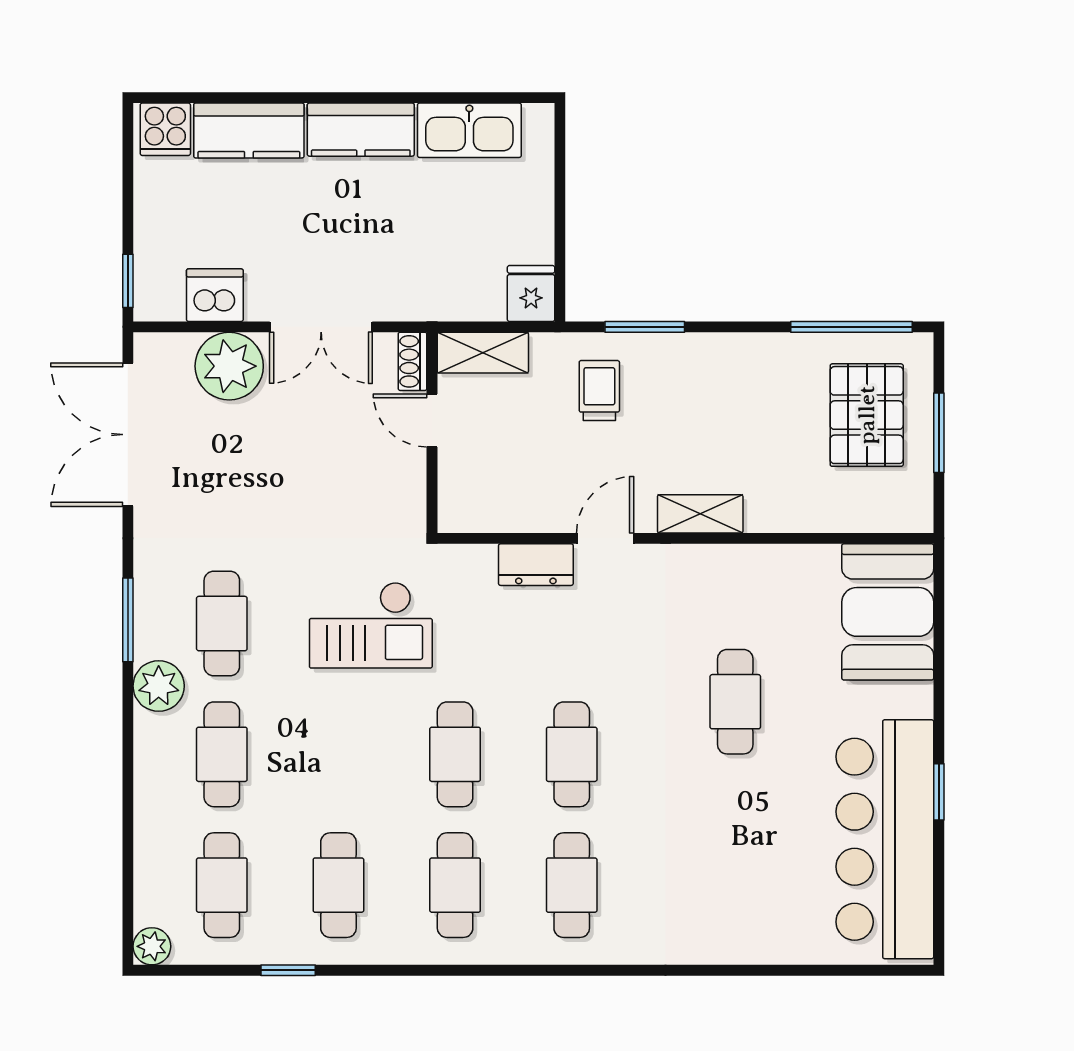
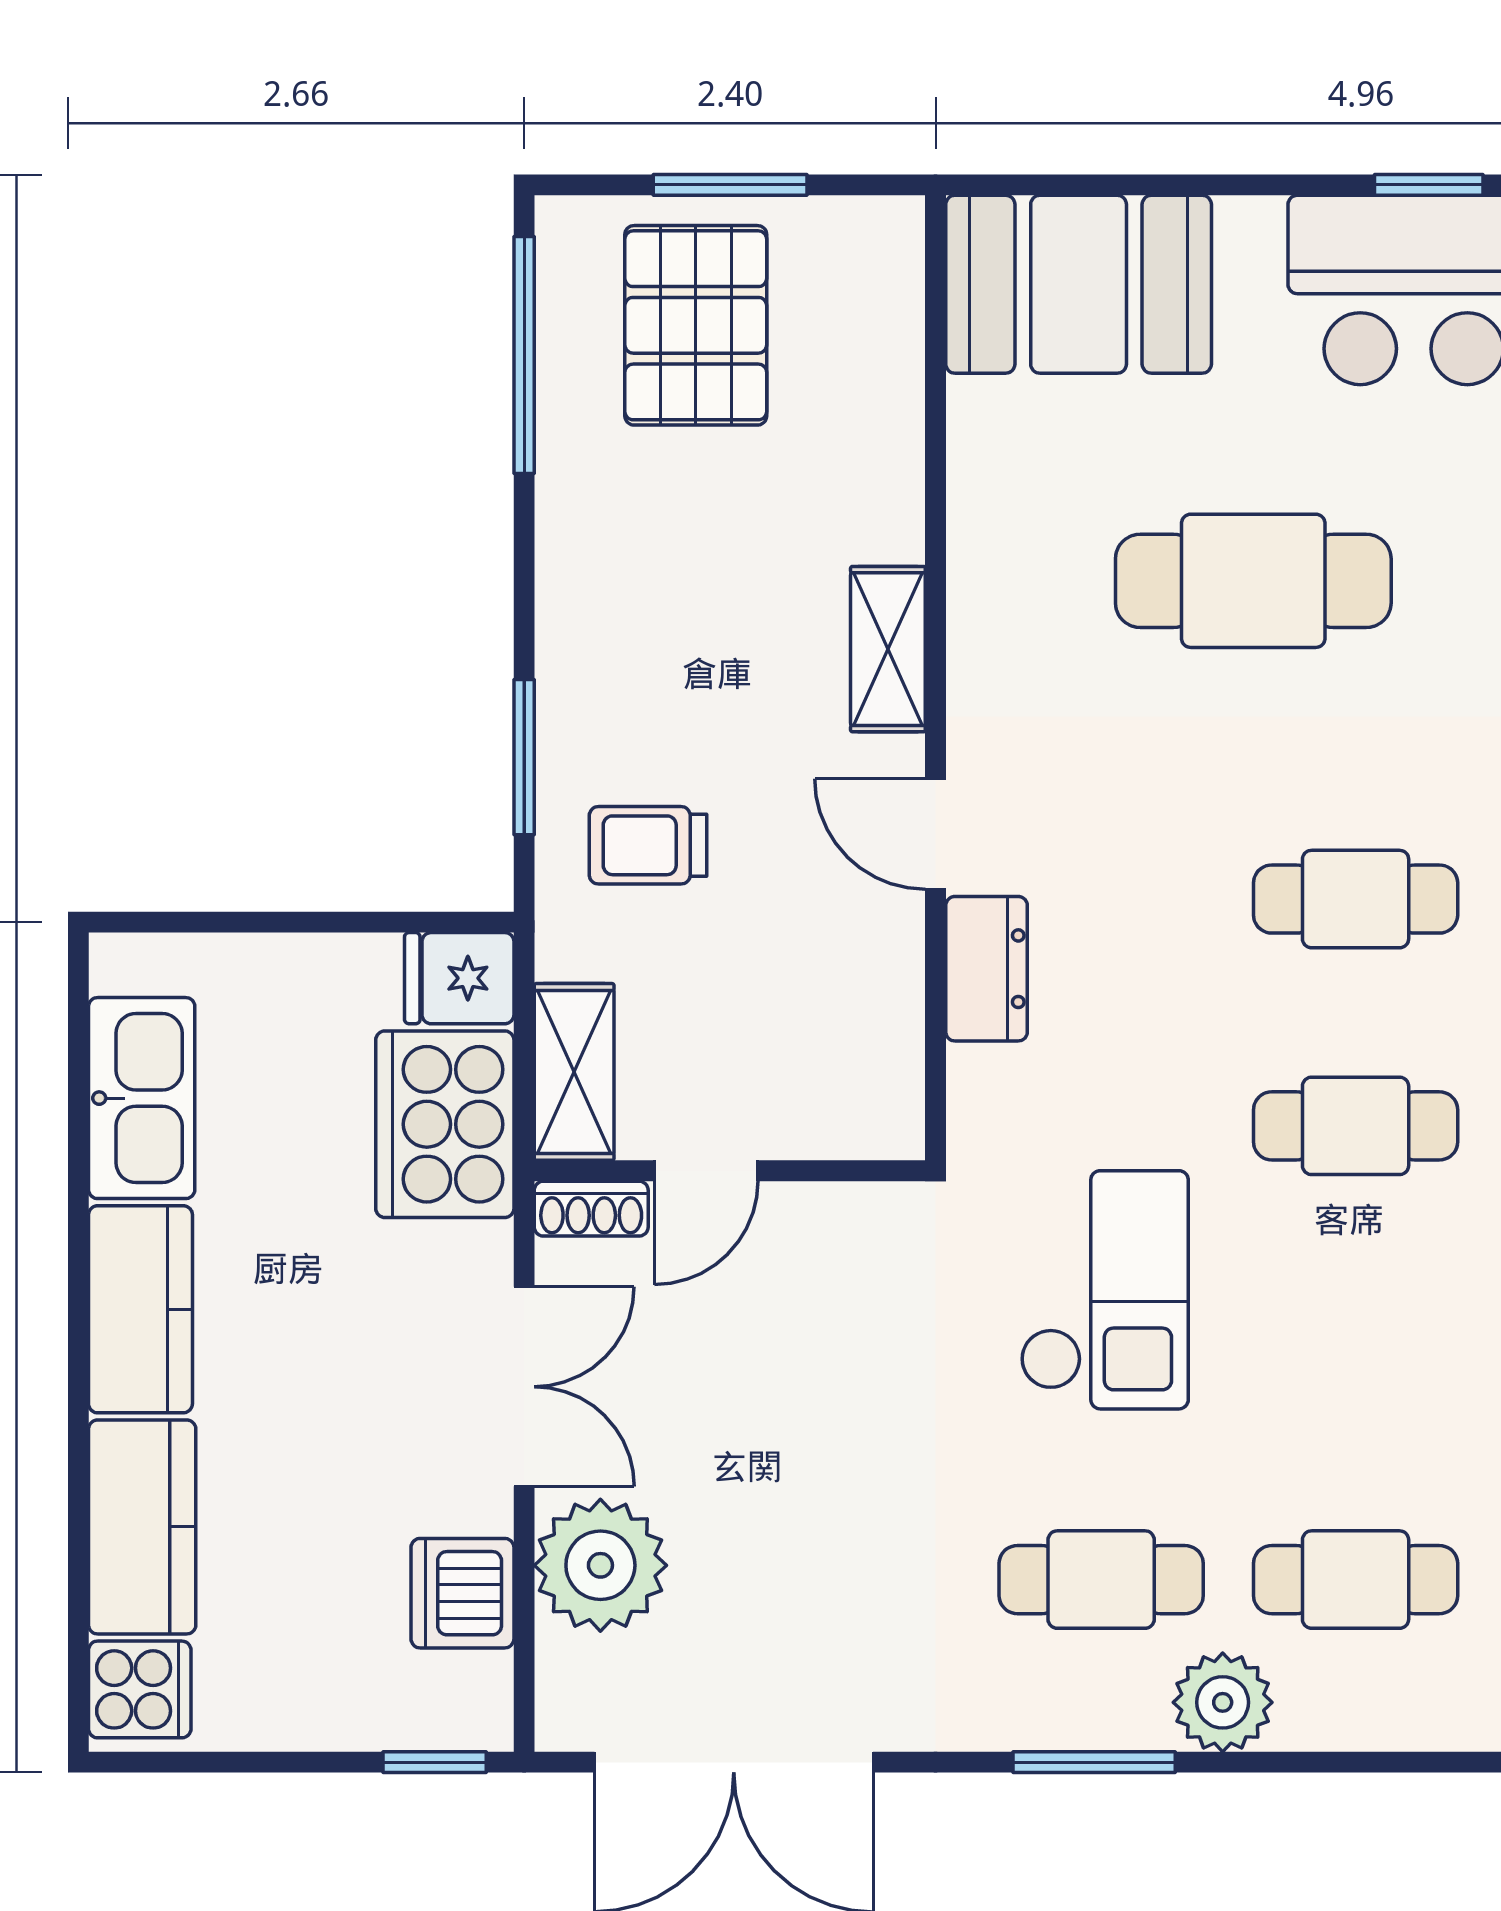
cooker: (456, 286) -> (445, 1124), added
pallet: (867, 415) -> (696, 325), turned 90
cafe table: (735, 702) -> (1253, 581), width x1.37, depth x1.35

